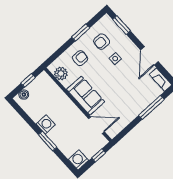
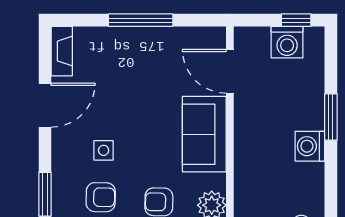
window: (151, 107) -> (141, 20), moved
window: (99, 155) -> (296, 20), moved
washing machine: (78, 160) -> (287, 42), moved

